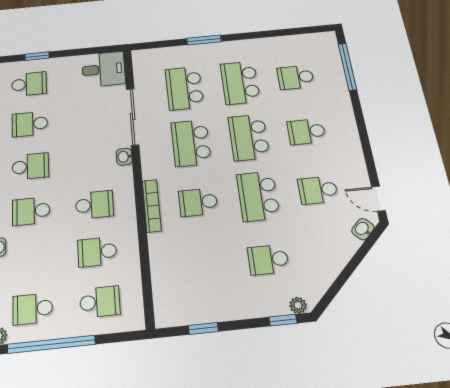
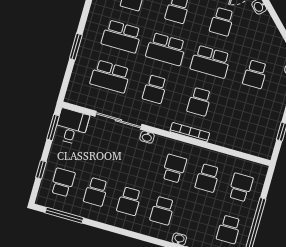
window: (94, 51) -> (53, 127), added
school desk: (191, 143) -> (155, 89), width x0.54
school desk: (30, 166) -> (129, 201), turned 180

